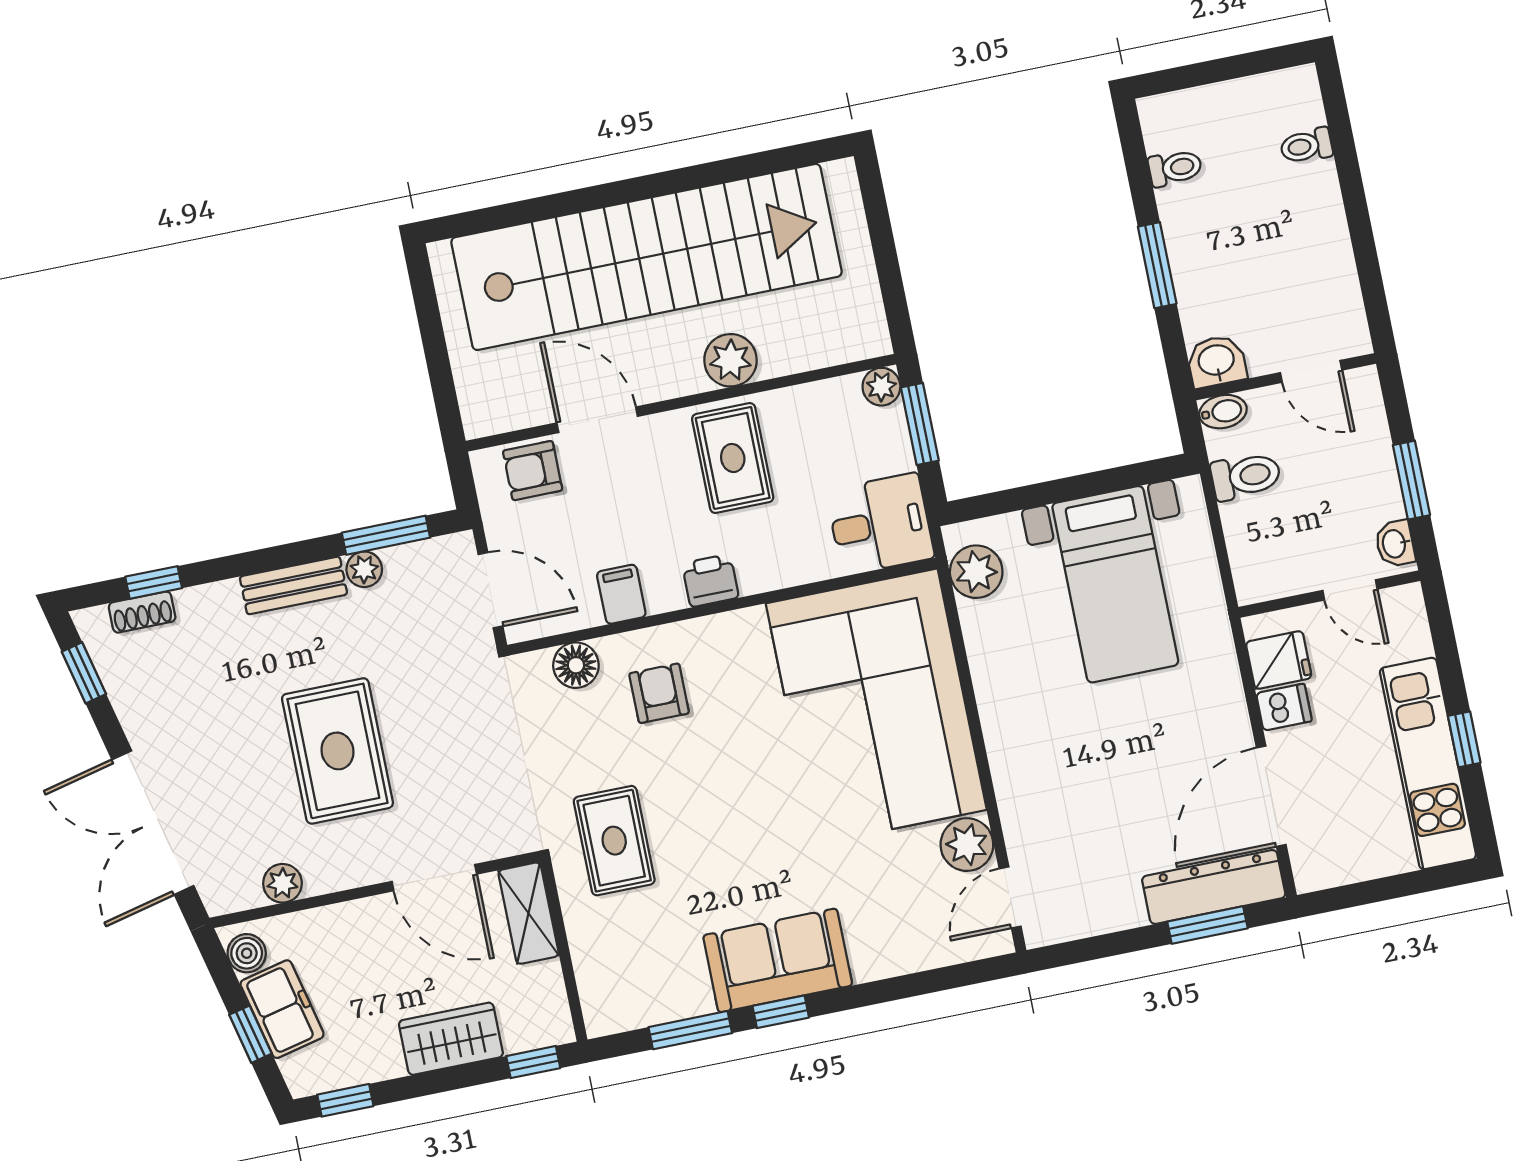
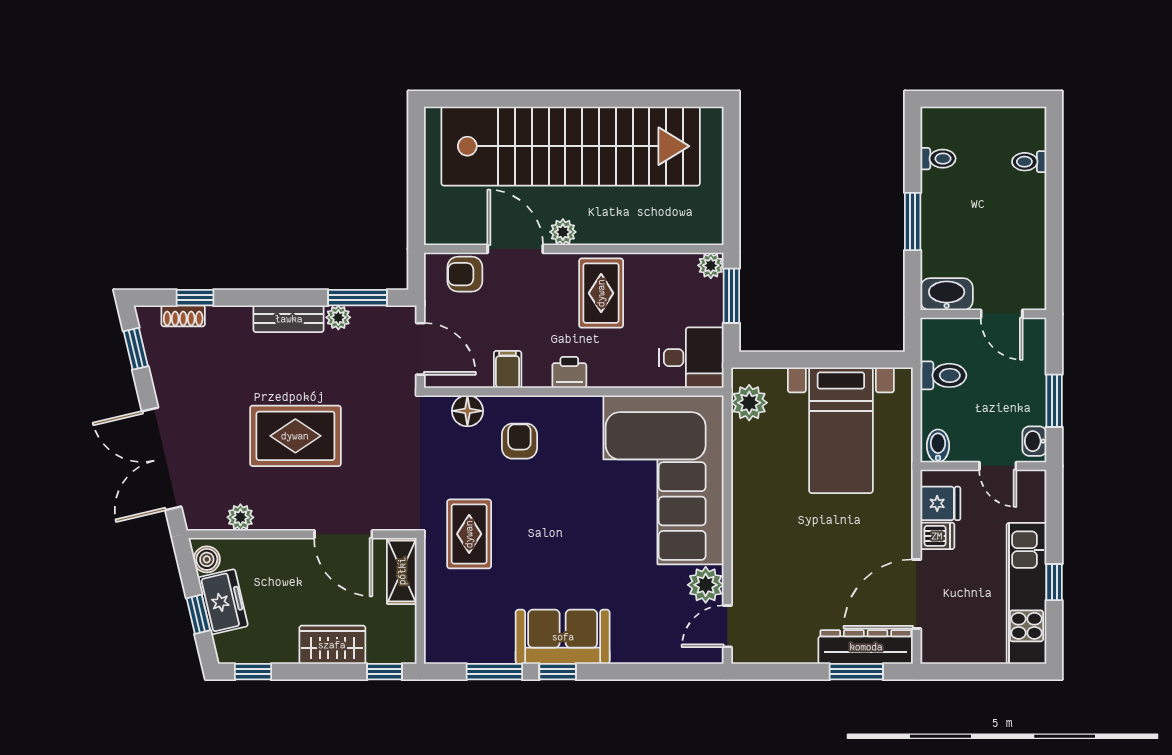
plant: (731, 360) -> (563, 232), moved, width x0.73, depth x0.73
washbasin: (1216, 361) -> (947, 294), width x1.38
bidet: (1223, 412) -> (938, 446), moved, turned -90
rug: (337, 751) -> (295, 436), turned 90

